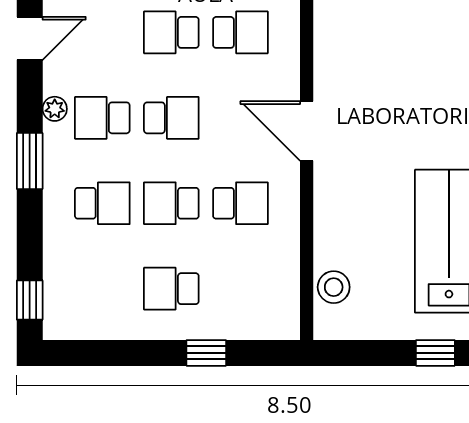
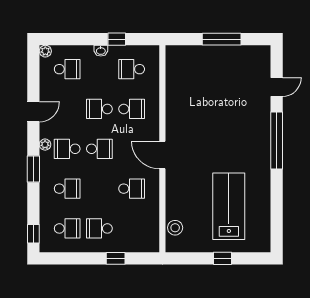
school desk: (171, 203) -> (67, 228), moved, turned 180

